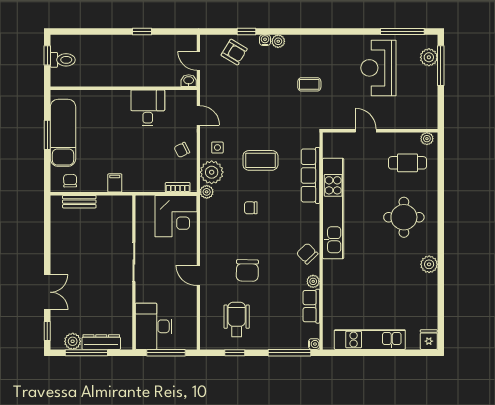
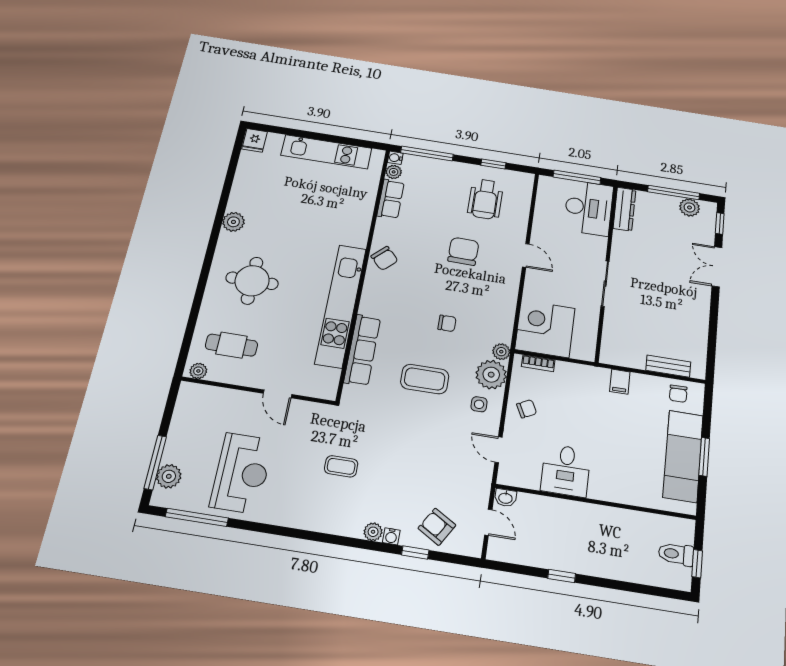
plant: (313, 281) -> (394, 172), moved
dresser: (101, 342) -> (624, 209), moved, turned -90

